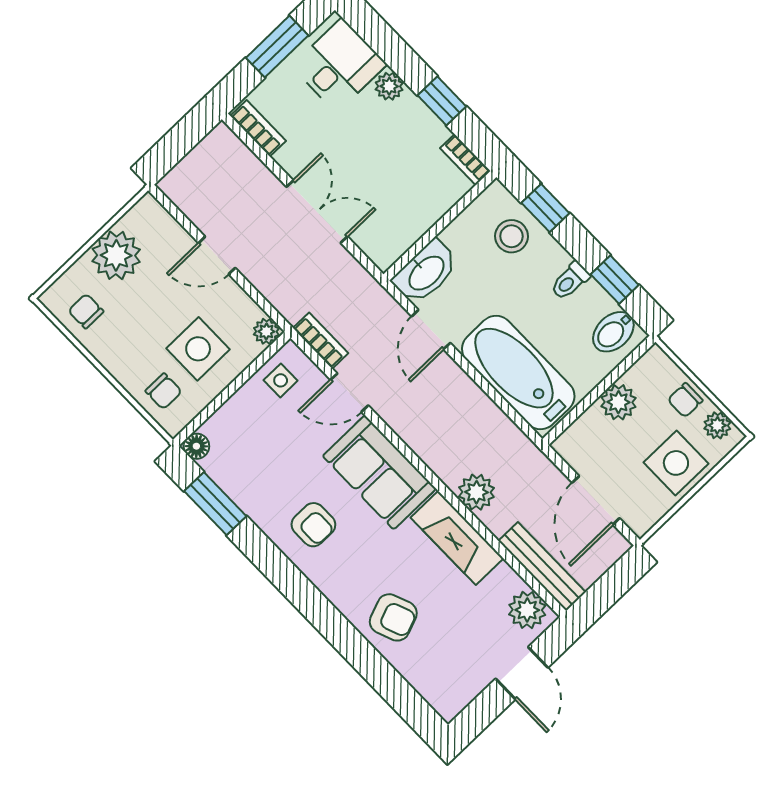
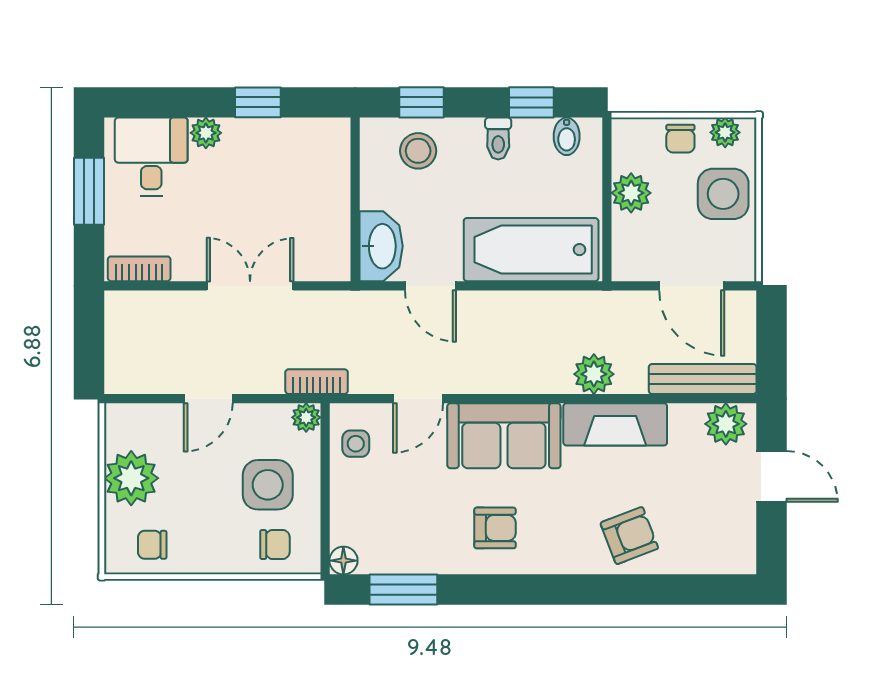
bookcase: (465, 160) -> (322, 129), removed
bidet: (613, 332) -> (567, 136), width x0.72, depth x0.74
bookcase: (321, 341) -> (317, 382), moved

